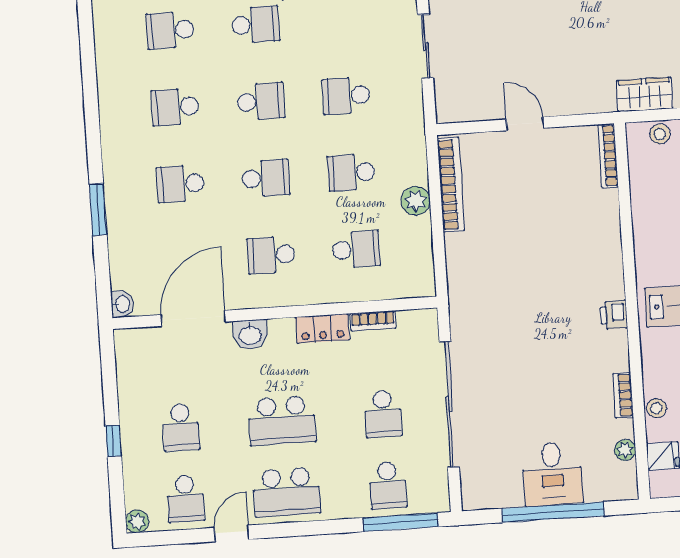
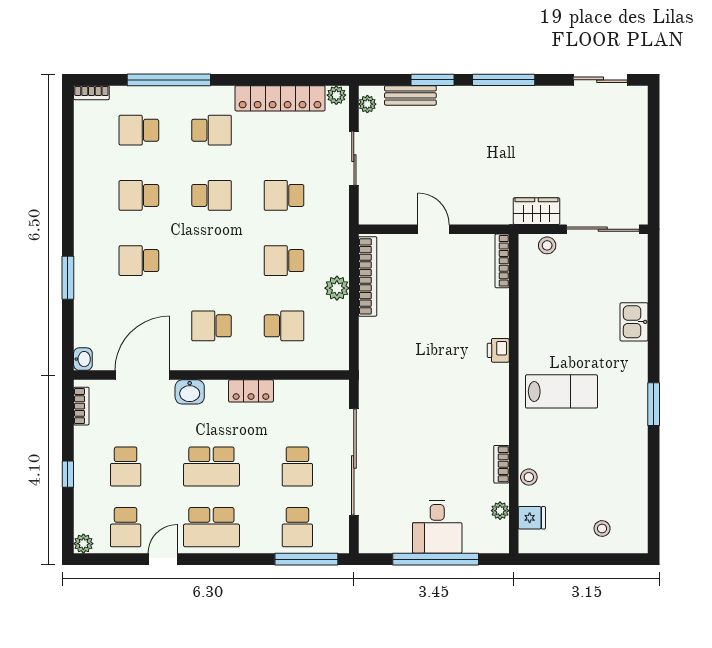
school desk: (266, 178) -> (211, 261), removed
printer: (614, 315) -> (498, 350), moved
bookcase: (373, 321) -> (81, 406), moved, turned -90

